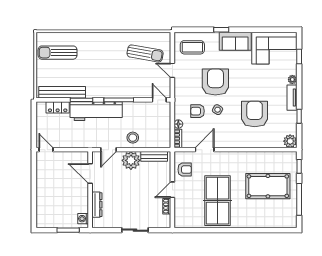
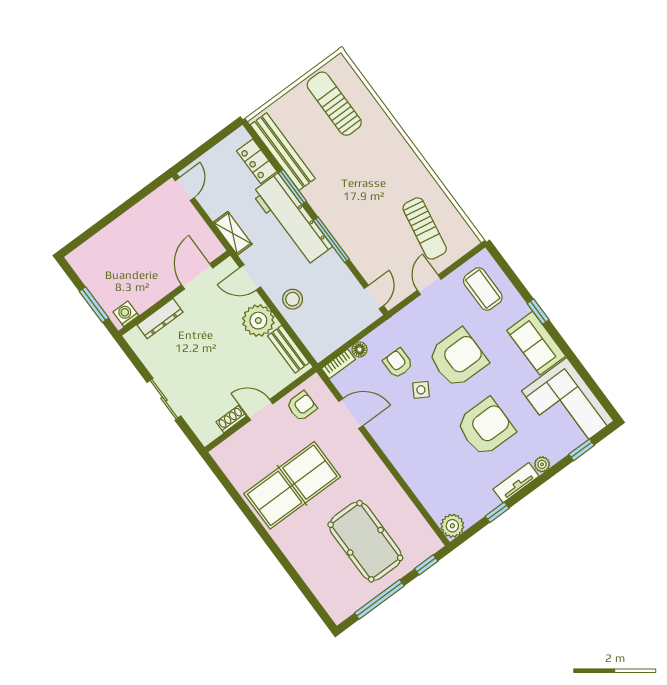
armchair: (255, 114) -> (486, 427), moved
shelving: (82, 143) -> (233, 233), added
armchair: (185, 170) -> (302, 406), turned -90

